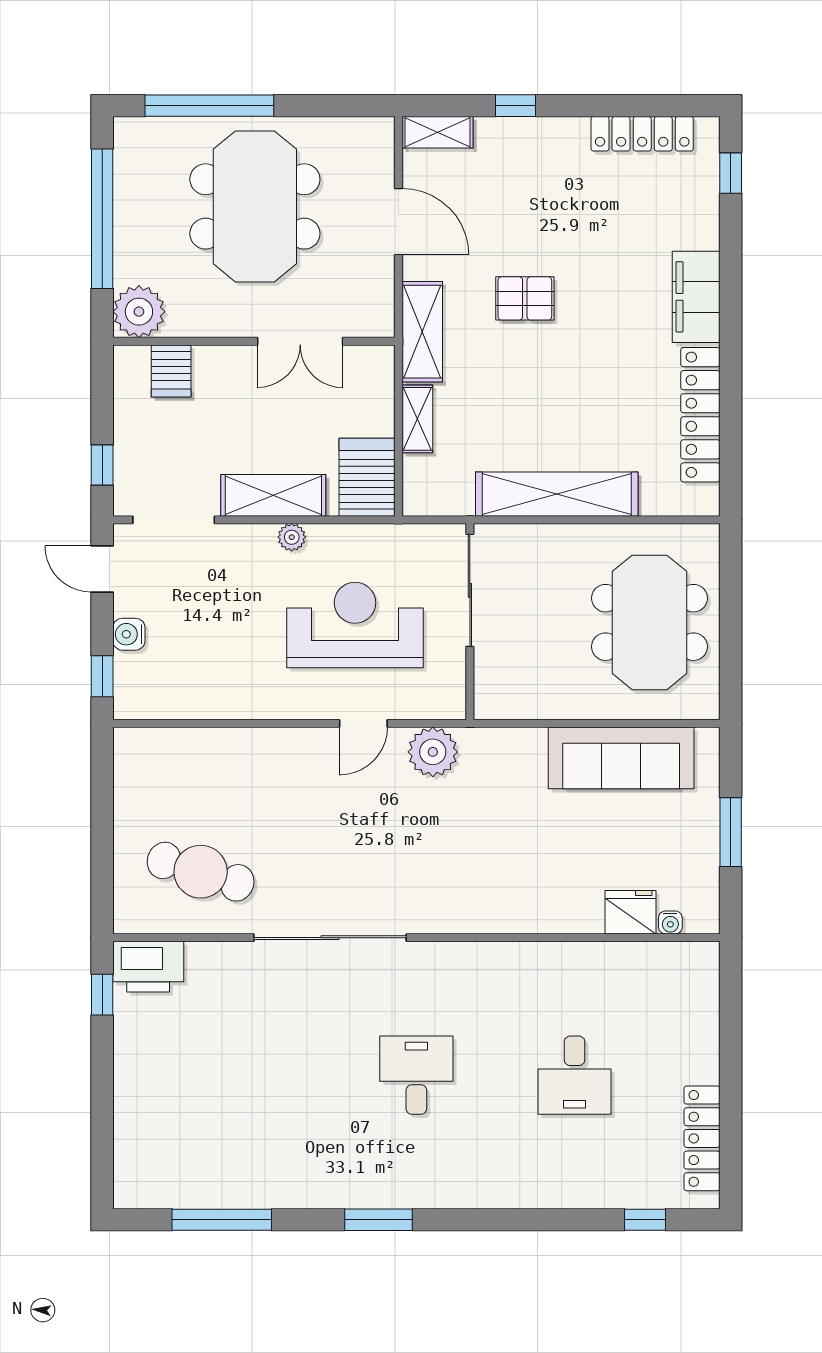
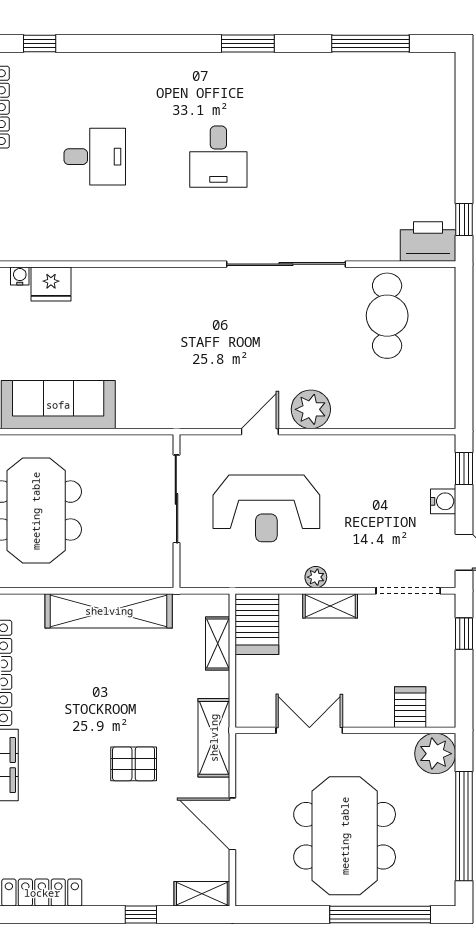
shelving: (417, 419) -> (218, 644), moved
shelving: (273, 495) -> (330, 606), width x0.67, depth x0.75
sliding door: (470, 590) -> (176, 499), moved
plant: (433, 752) -> (311, 409), moved
cafe table: (201, 872) -> (387, 316), turned 73
desk: (575, 1075) -> (95, 157), turned 90

